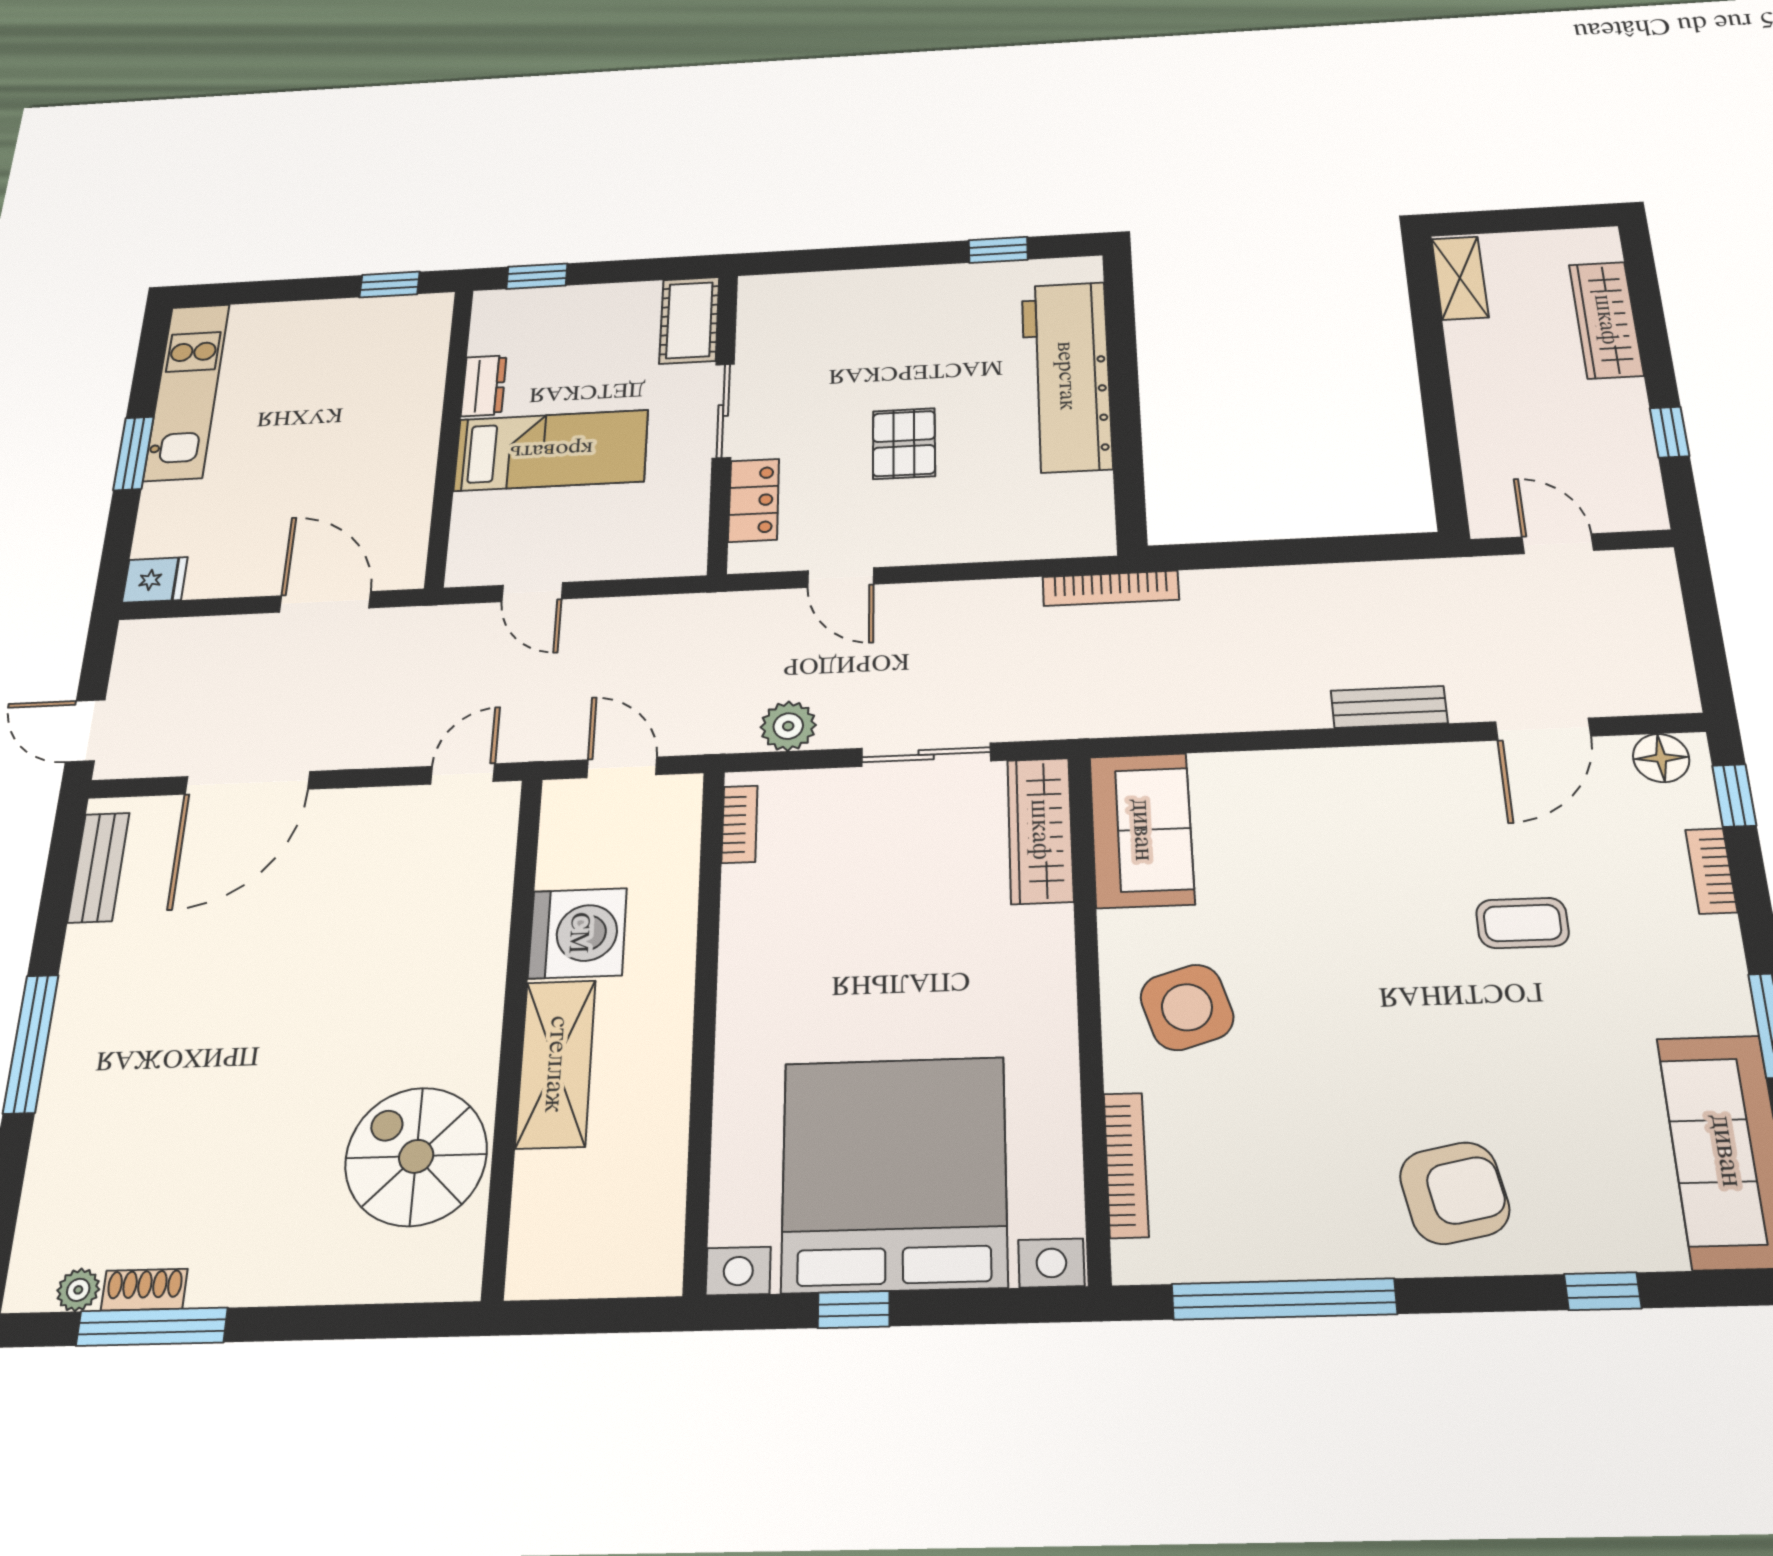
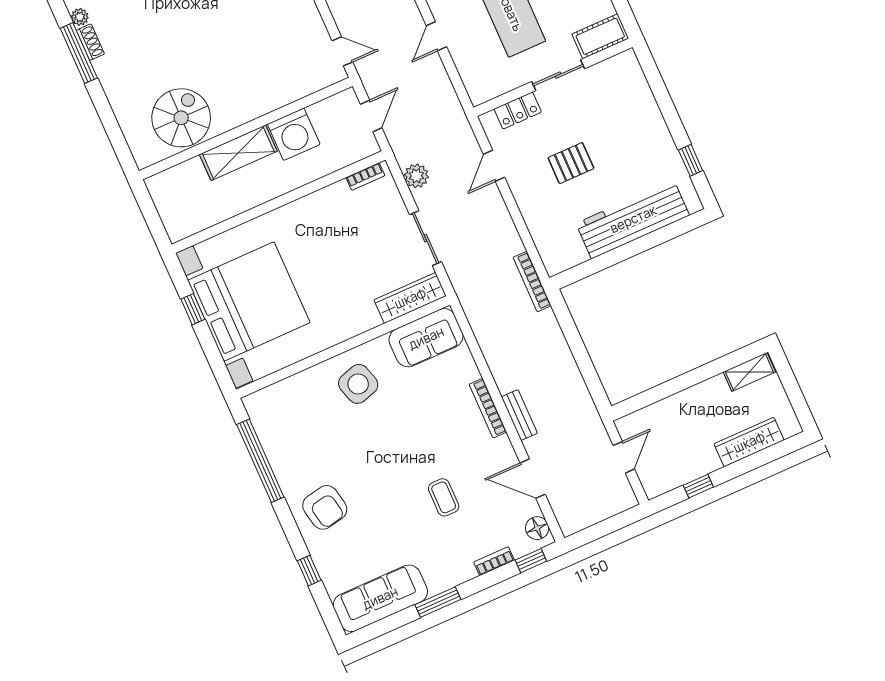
bookcase: (1126, 1165) -> (488, 408), moved, turned 90

